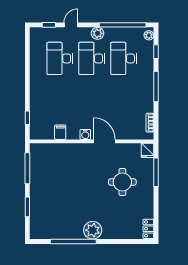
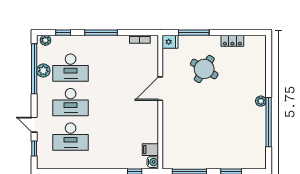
plant: (97, 33) -> (43, 71), moved
filing cabinet: (60, 132) -> (150, 150), moved
water cooler: (85, 134) -> (153, 162), moved
round table: (122, 182) -> (204, 69), turned 31
locker: (148, 229) -> (232, 41), moved
plant: (93, 230) -> (261, 101), width x0.53, depth x0.53

